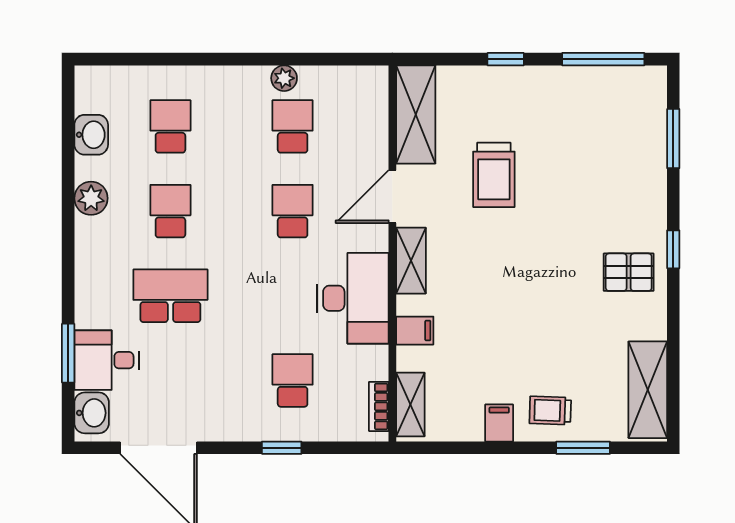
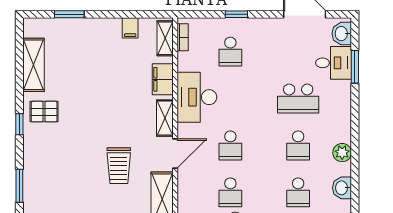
trolley: (494, 175) -> (119, 166), turned 180
filing cabinet: (415, 331) -> (163, 79), width x2.00
shelving: (648, 390) -> (33, 65), moved
trolley: (550, 410) -> (88, 35), removed
filing cabinet: (499, 423) -> (130, 28), moved

